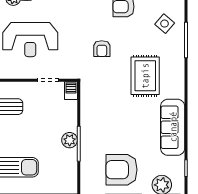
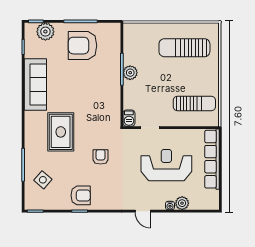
armchair: (122, 170) -> (82, 46), turned 180

